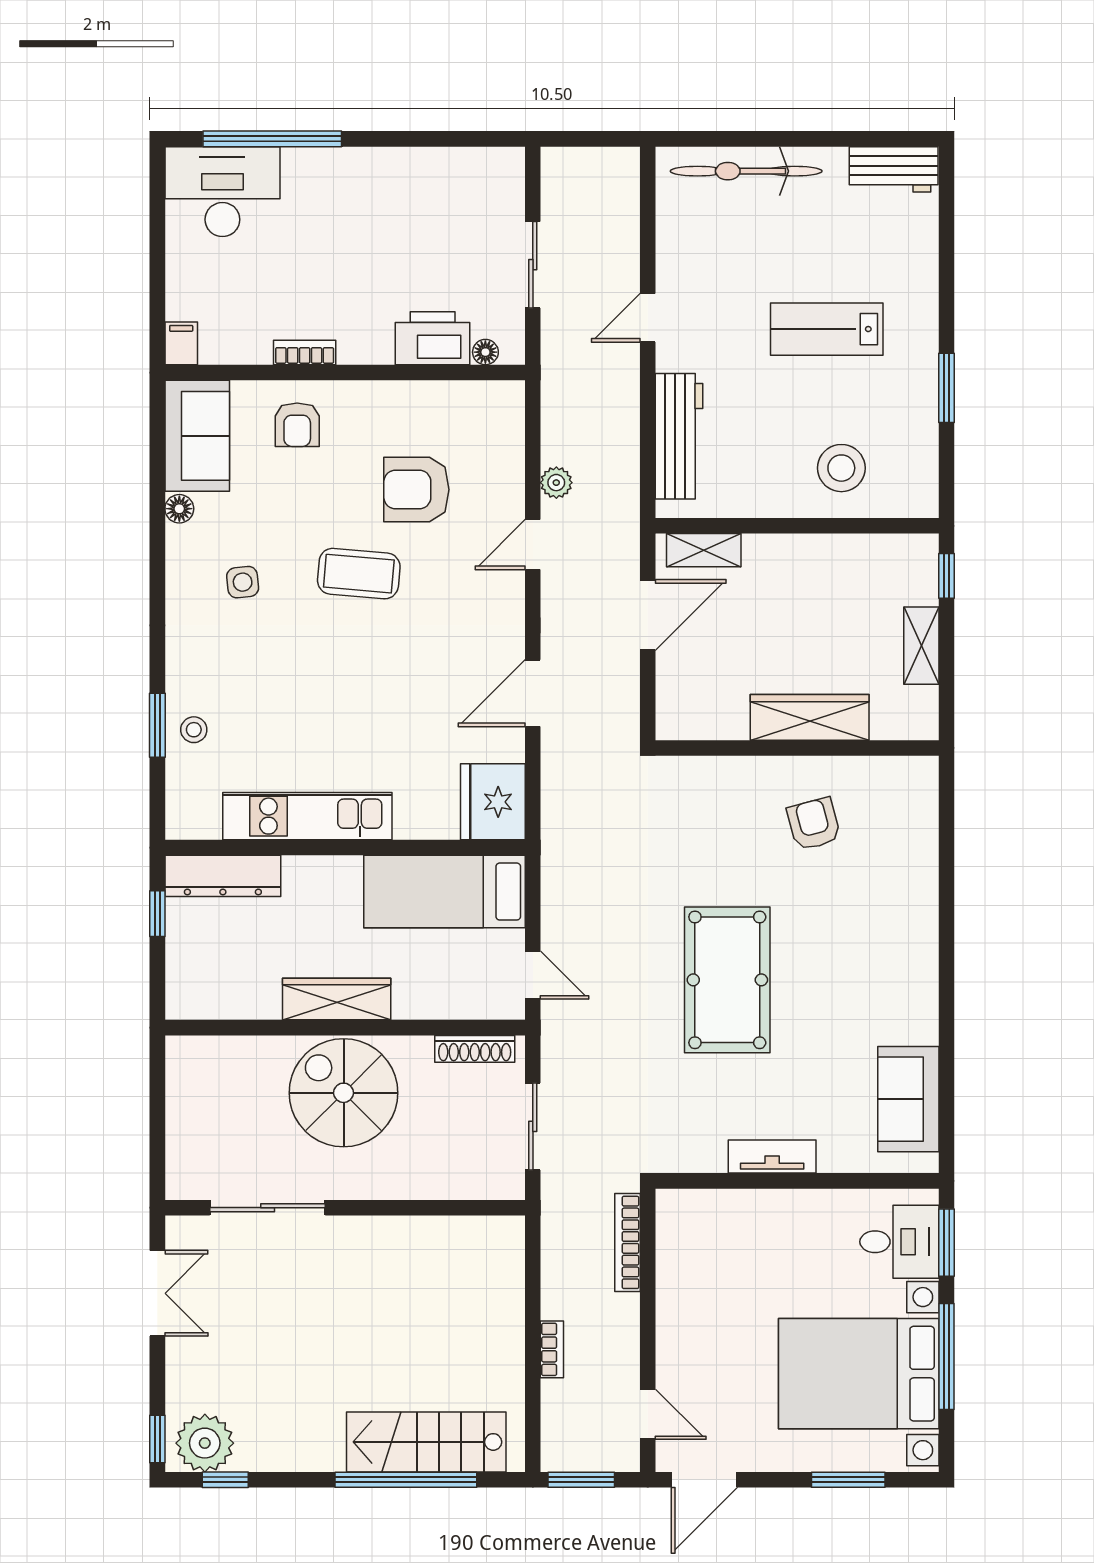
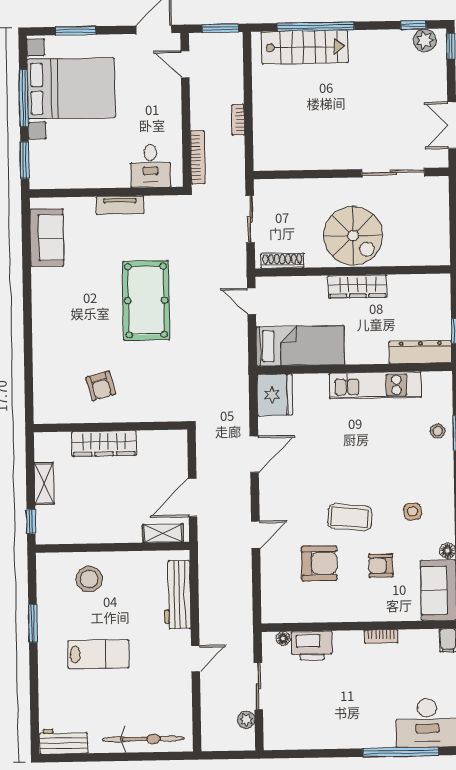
armchair: (297, 425) -> (381, 565), moved, turned -90
plant: (556, 483) -> (246, 720), moved
desk: (899, 1242) -> (151, 166), moved, turned -90
bookcase: (552, 1349) -> (238, 120), moved
plant: (205, 1443) -> (425, 40), width x0.73, depth x0.73

